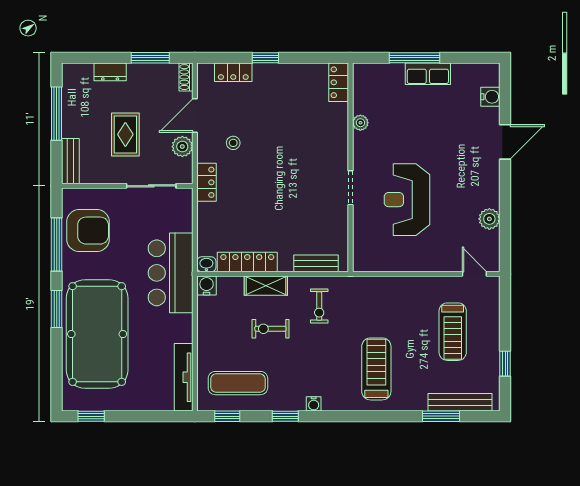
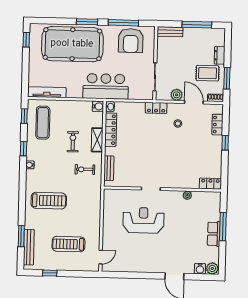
rug: (125, 134) -> (208, 73), moved
plant: (489, 219) -> (212, 268), moved

